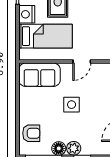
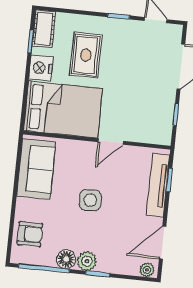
bed: (45, 36) -> (63, 109), width x1.50
sofa: (39, 75) -> (36, 169), moved, turned -90

